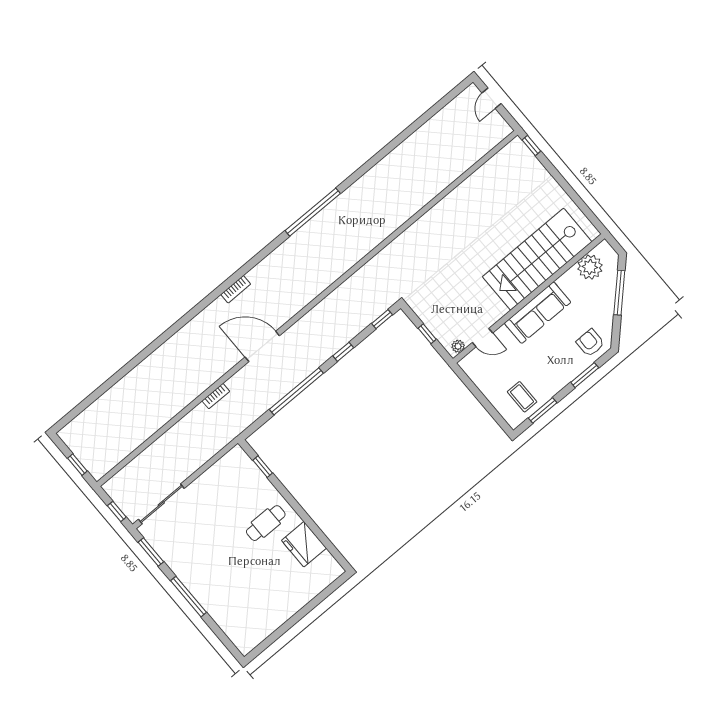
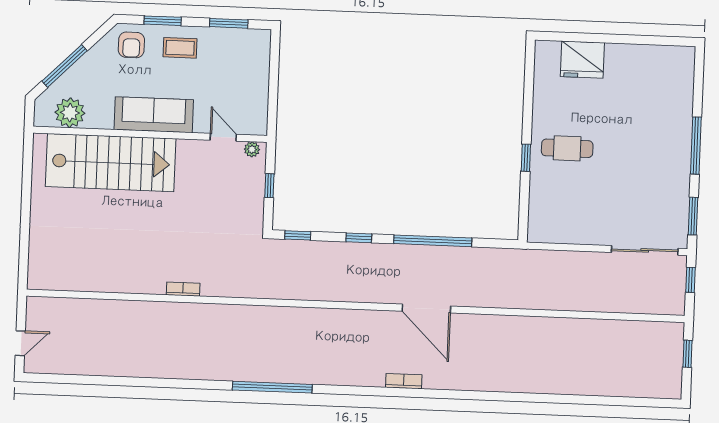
window: (531, 145) -> (23, 269), removed
bookcase: (216, 396) -> (183, 289), moved
coffee table: (522, 397) -> (180, 48), moved, turned 90
window: (263, 467) -> (526, 158), moved
fridge: (304, 544) -> (582, 60), moved, turned 90

